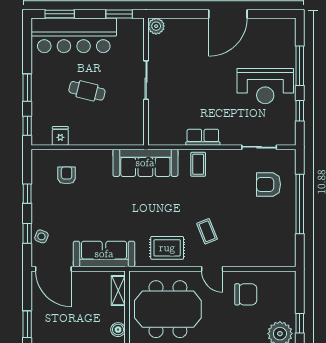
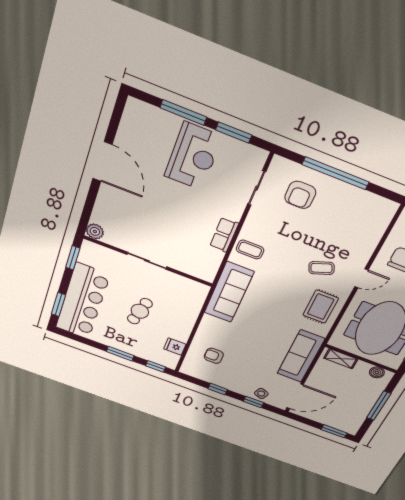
window: (300, 111) -> (234, 133), width x1.50

